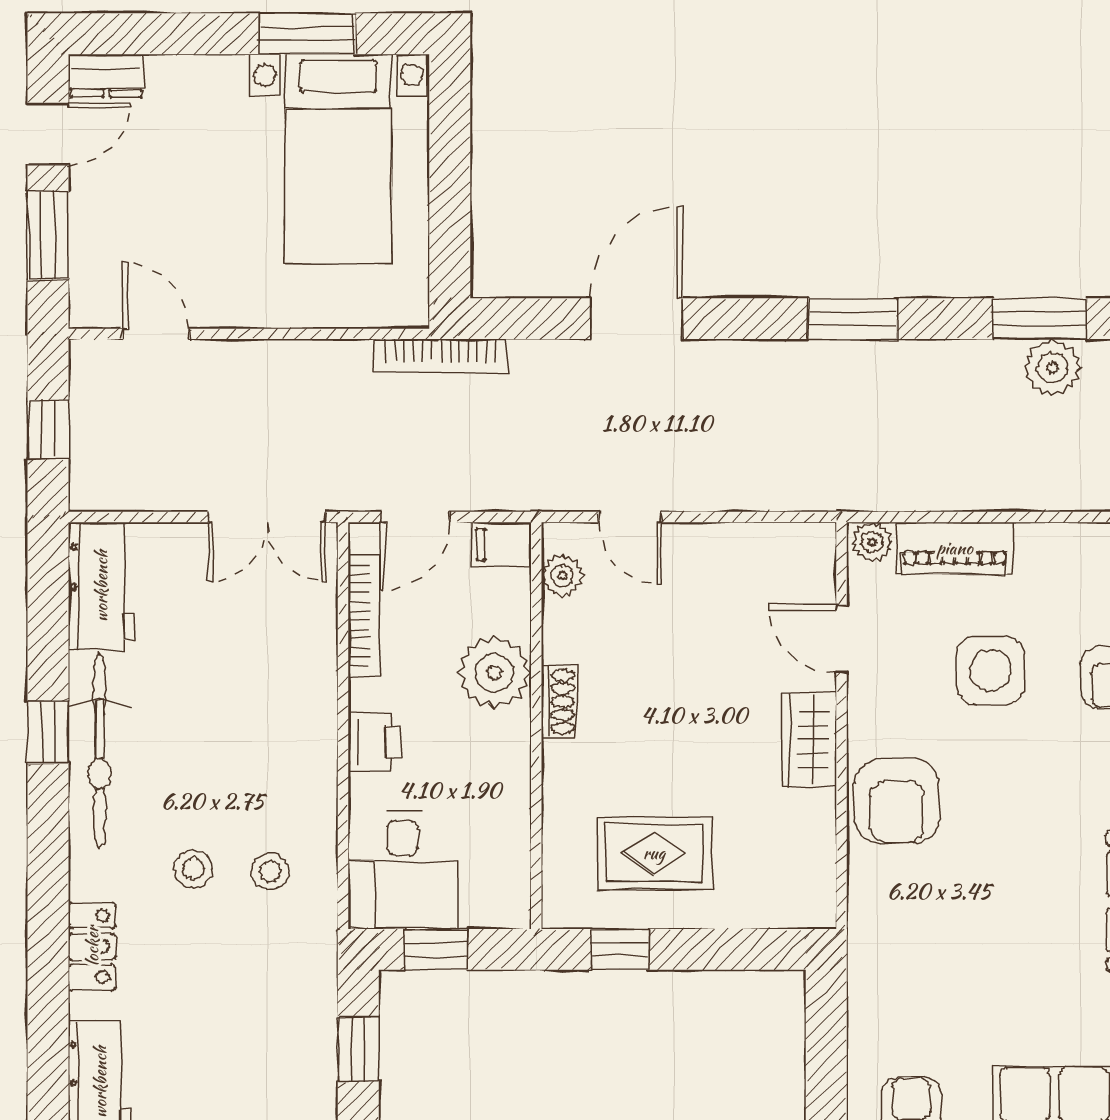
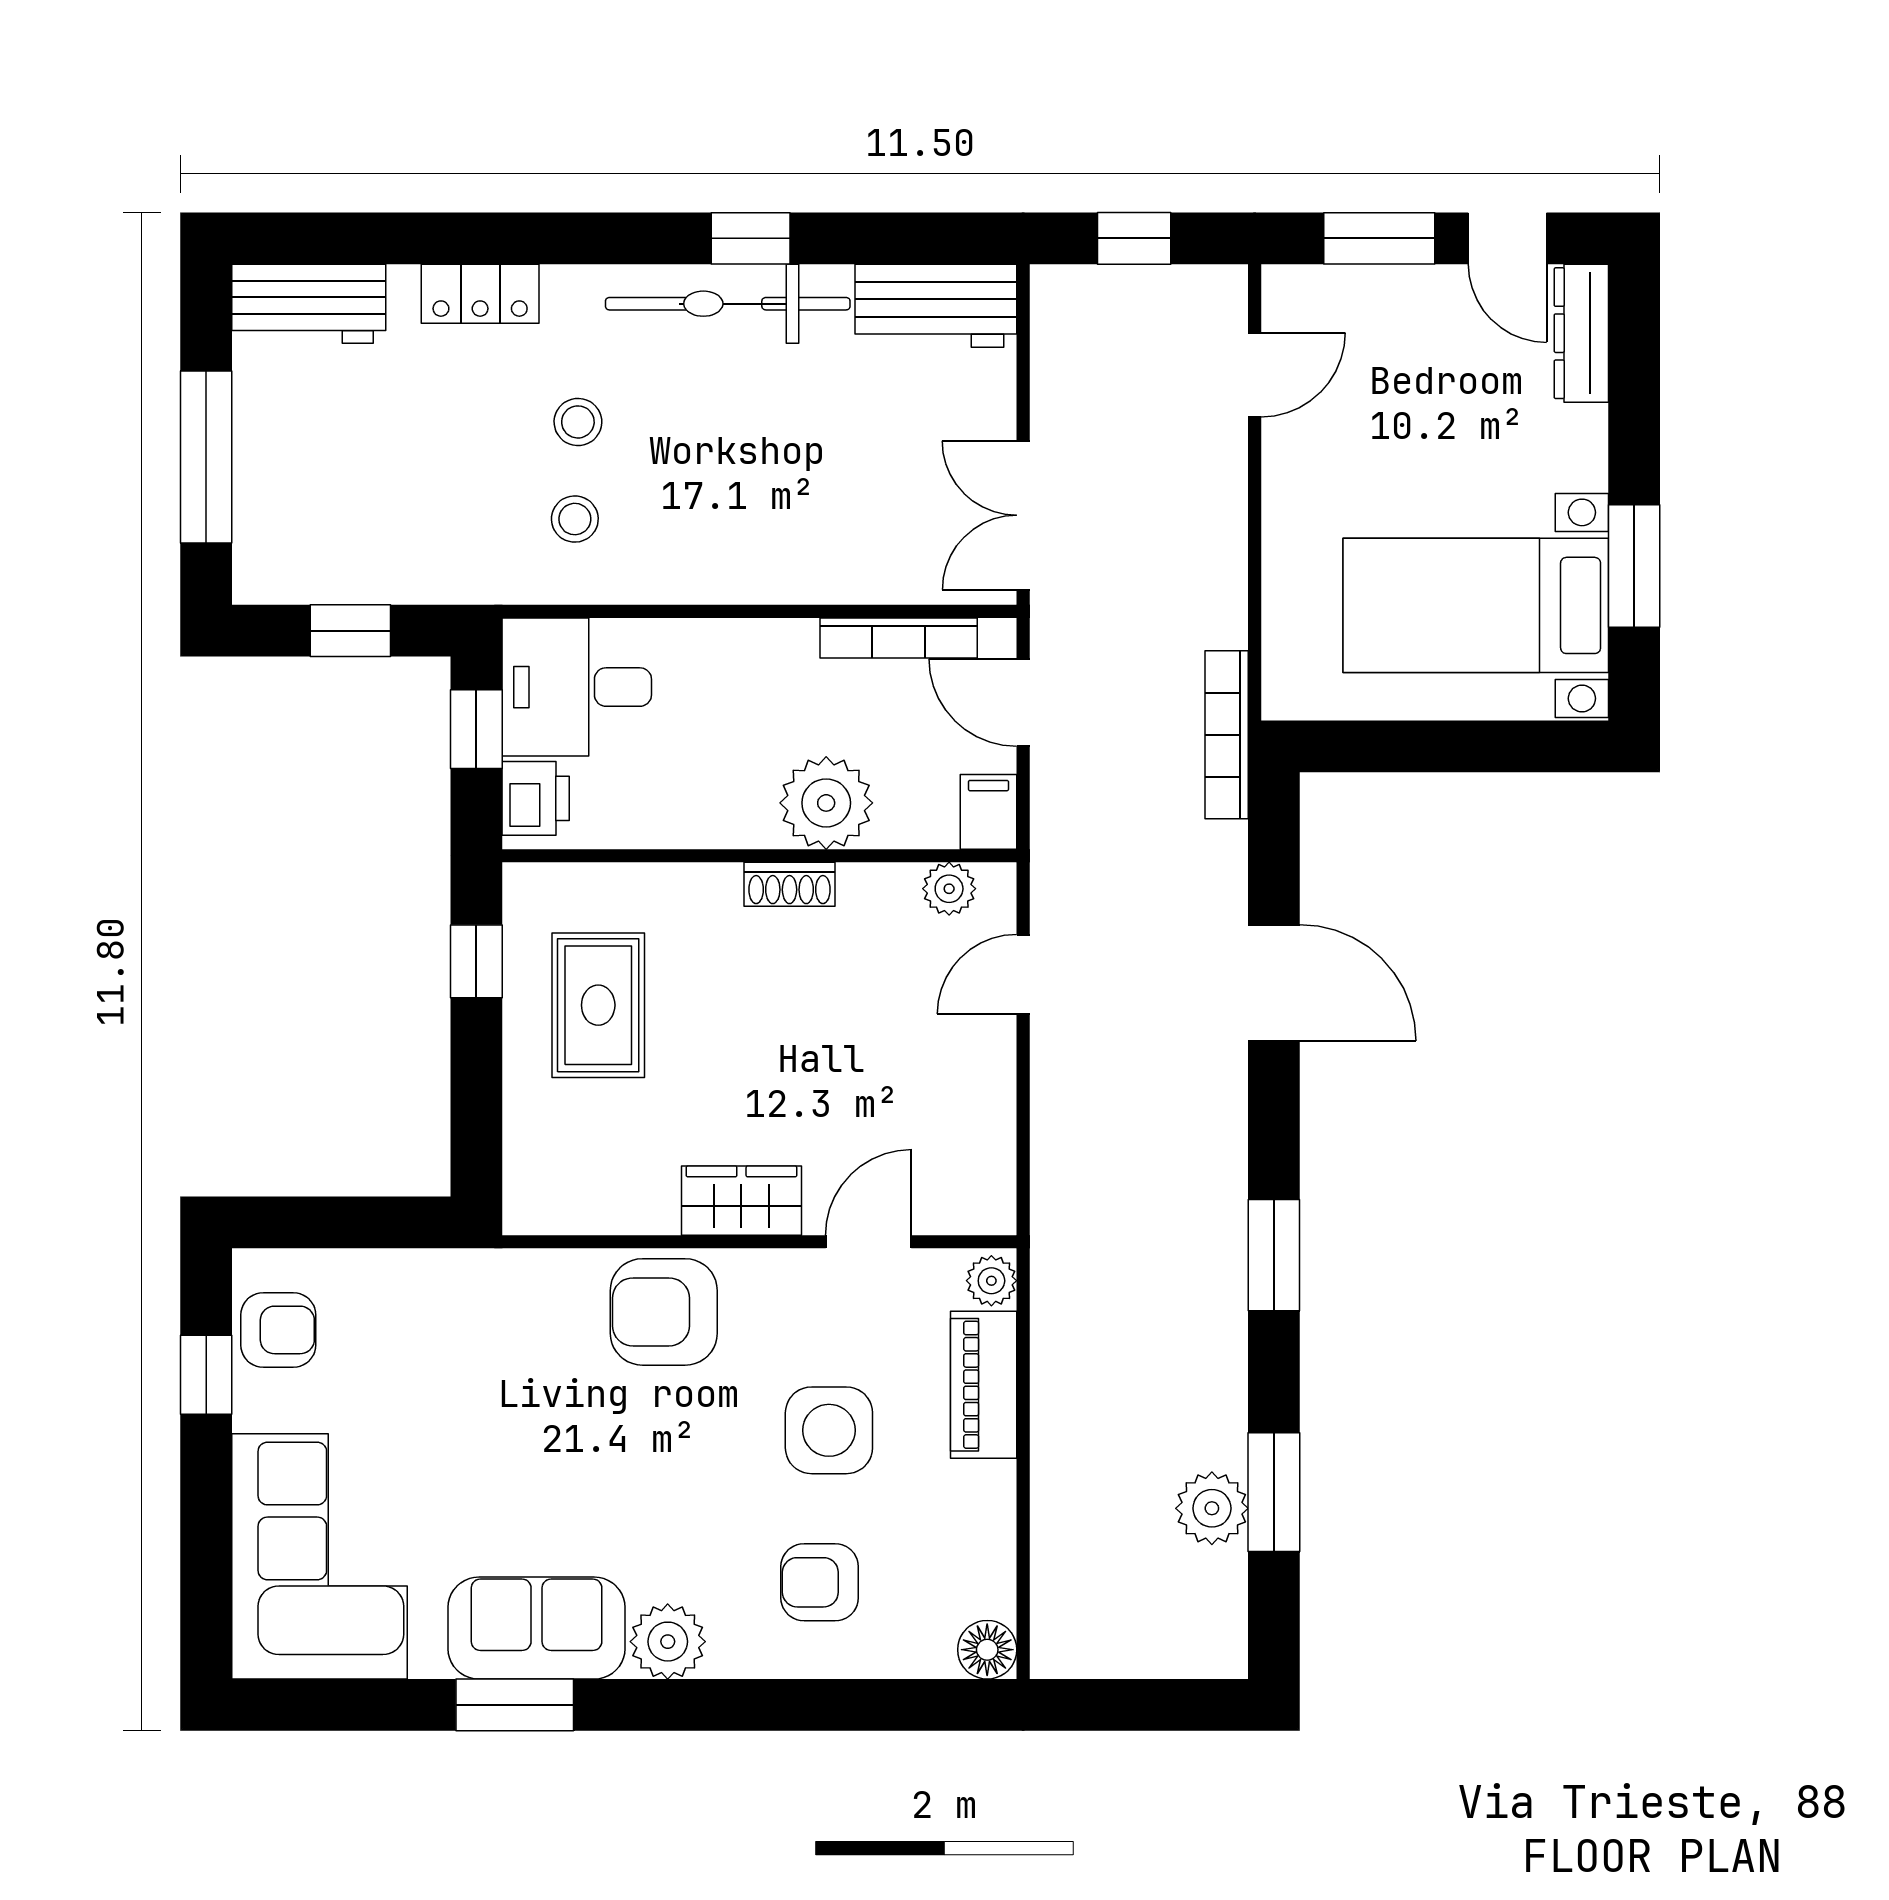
dresser: (106, 76) -> (1581, 333), width x1.44
printer: (375, 742) -> (536, 798), moved, turned -90

